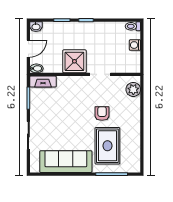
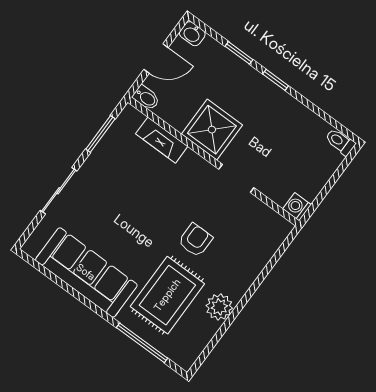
washing machine: (135, 45) -> (297, 207), moved
fireplace: (43, 82) -> (162, 140), moved
plant: (133, 89) -> (219, 307), moved

